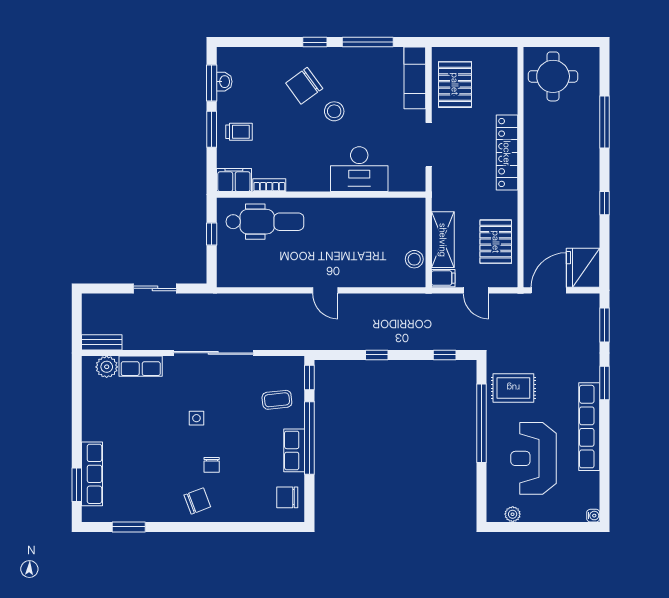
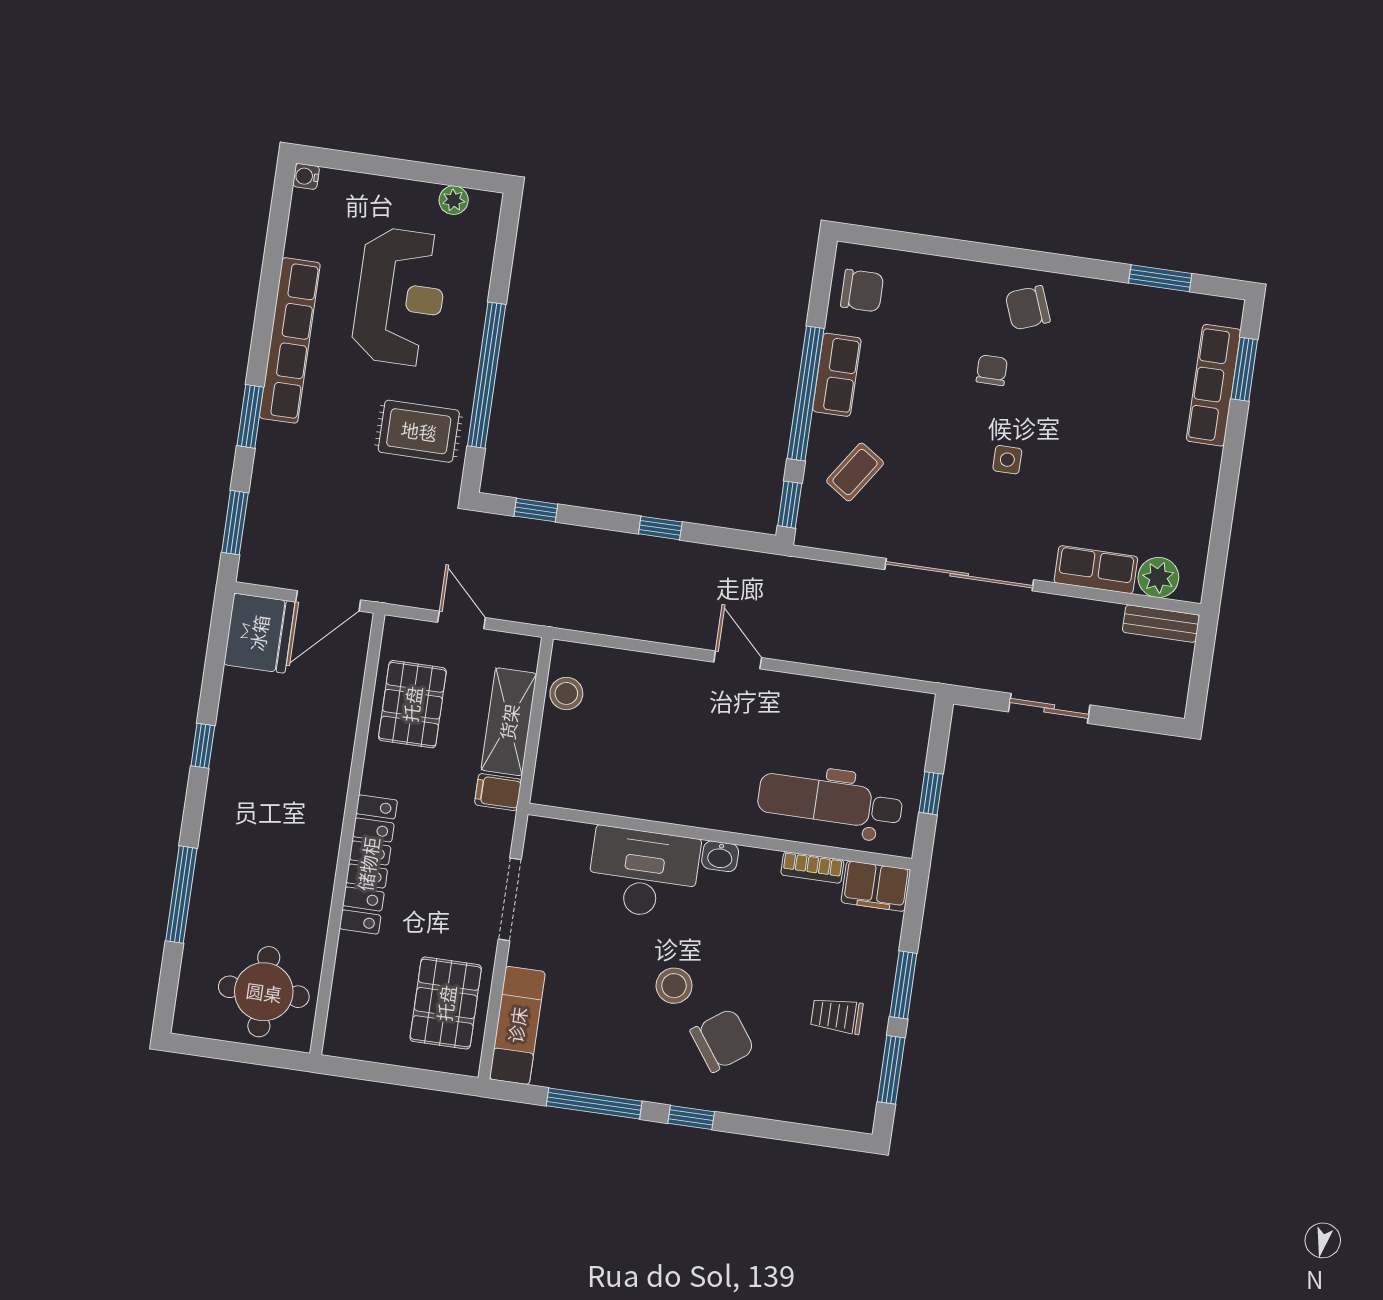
washbasin: (224, 82) -> (720, 856), moved, turned -90
trolley: (239, 132) -> (837, 1016), moved
filing cabinet: (443, 278) -> (498, 792), moved
coffee table: (277, 400) -> (855, 472), turned -50

